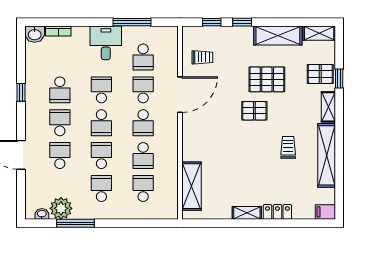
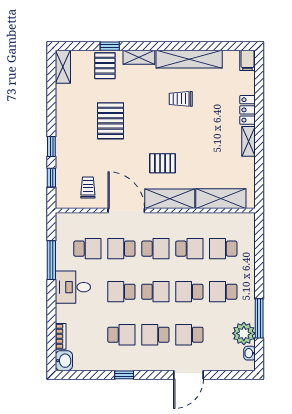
shelving: (278, 36) -> (170, 199), moved, turned 90
pallet: (254, 111) -> (163, 163), moved, turned 90

